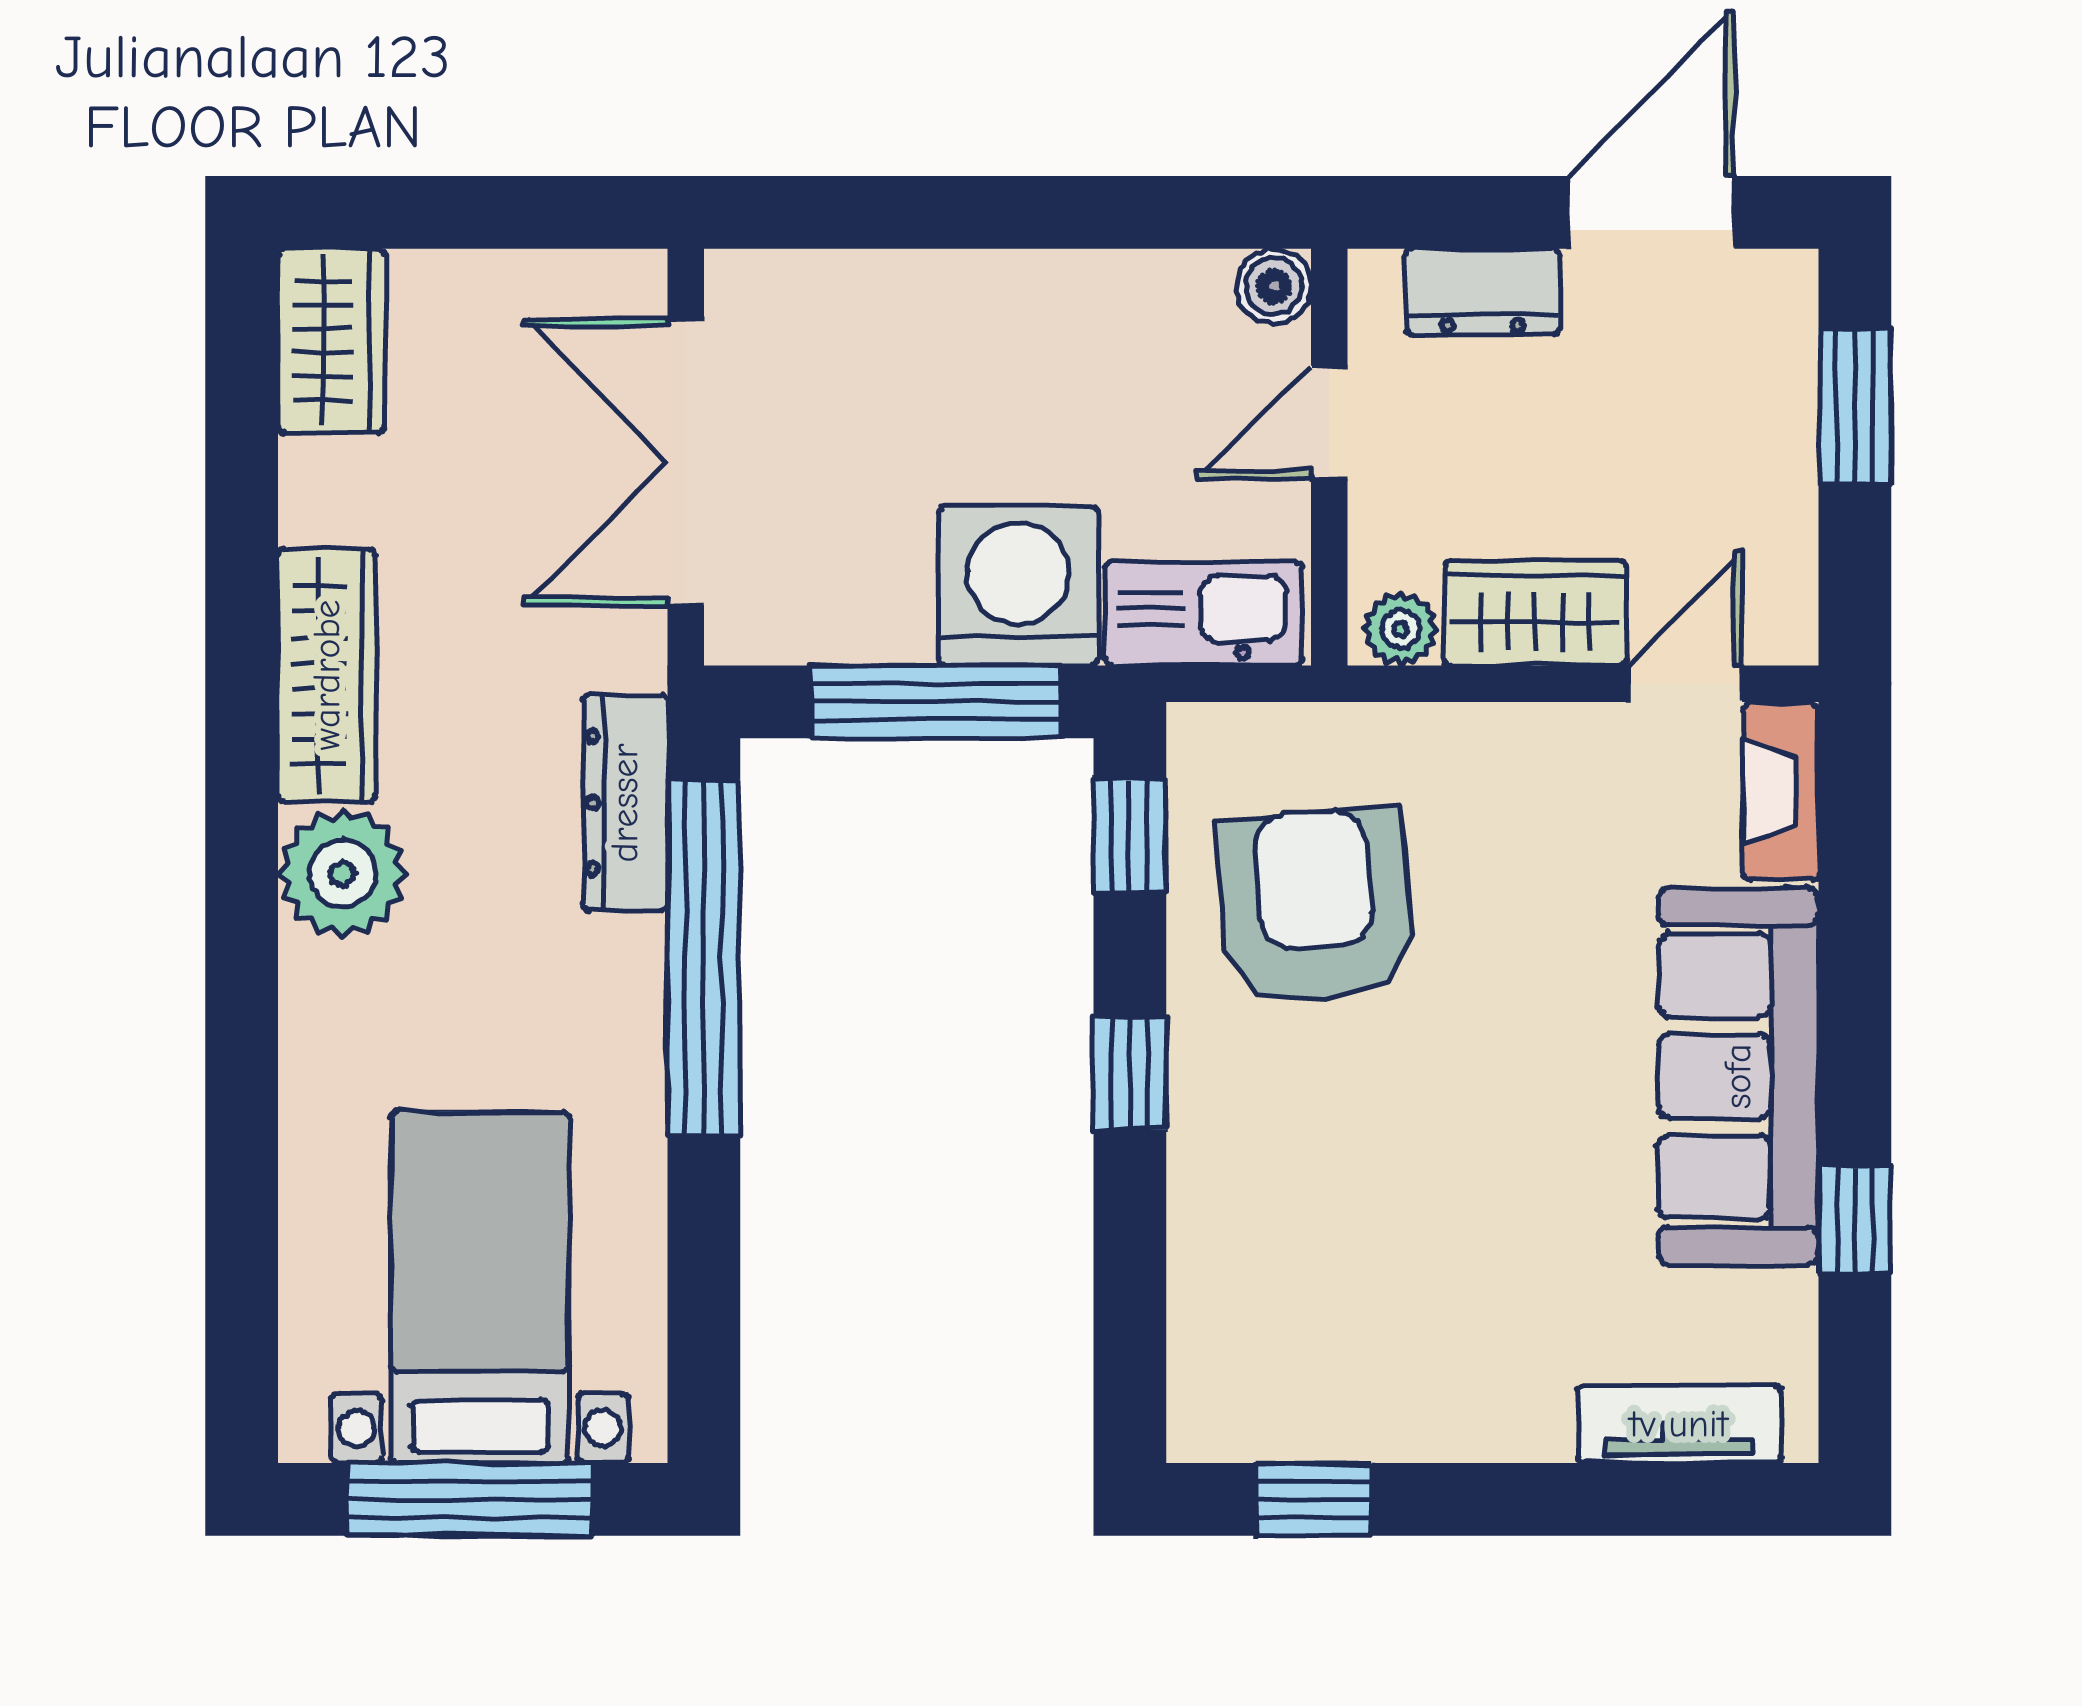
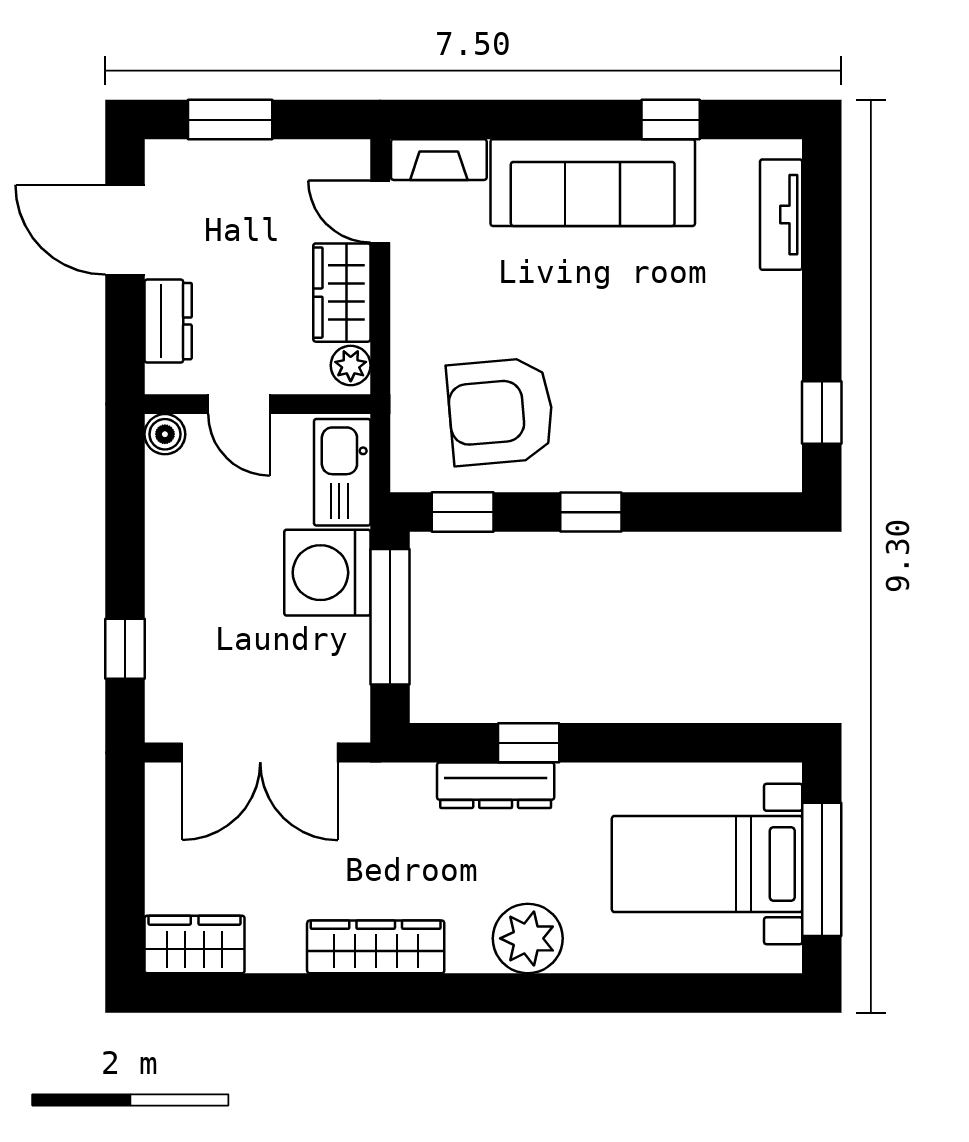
window: (877, 212) -> (125, 649), added
dresser: (625, 803) -> (496, 785), moved
plant: (342, 873) -> (528, 938), moved
window: (704, 958) -> (529, 743), width x0.32

